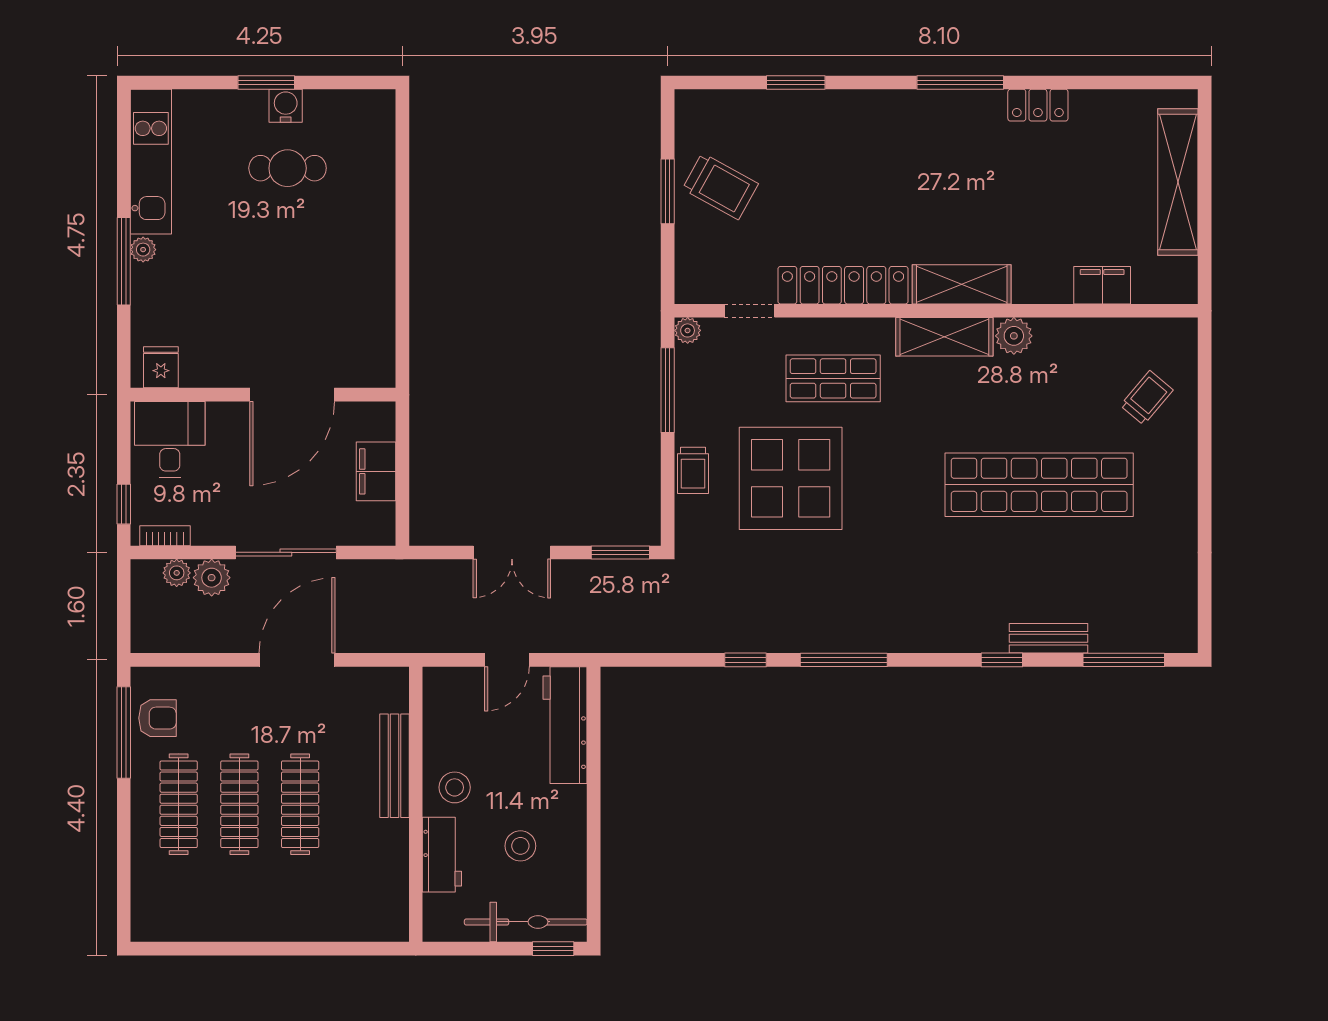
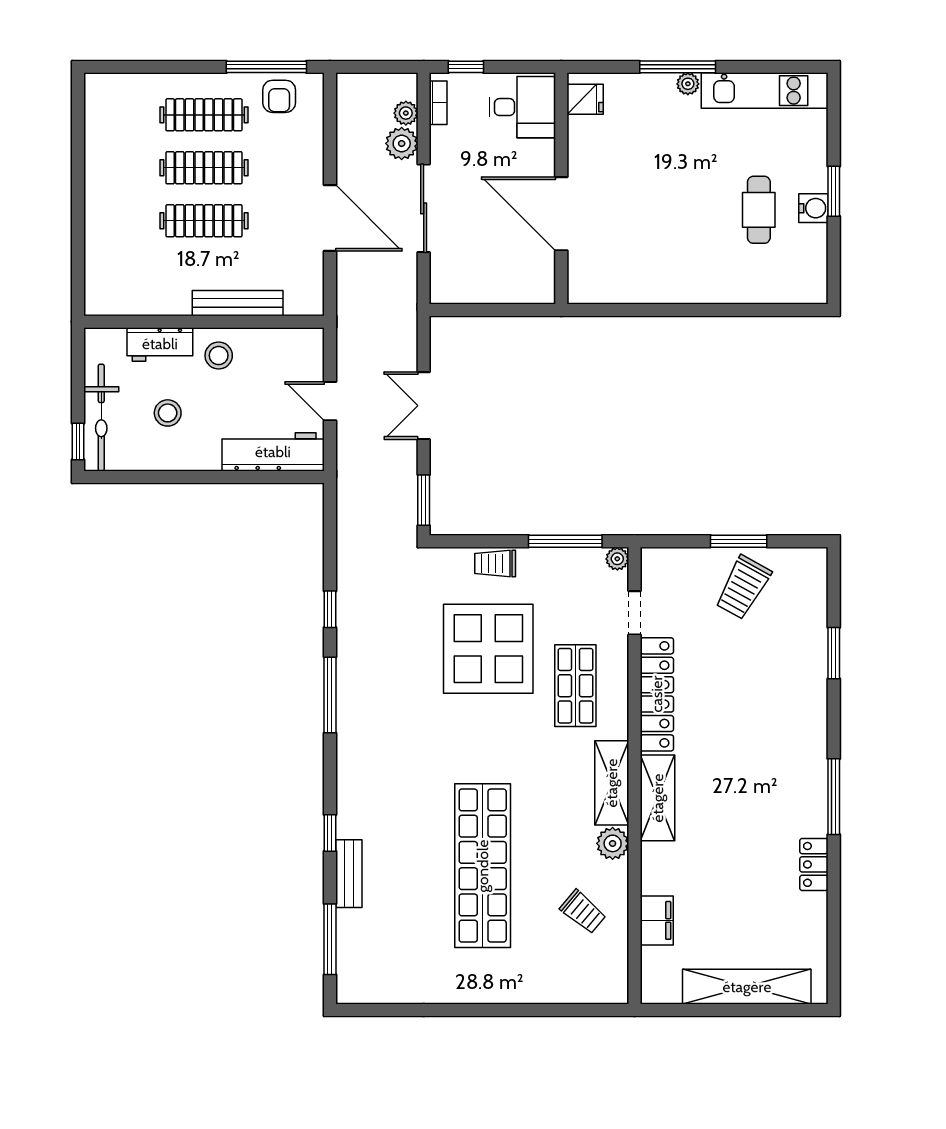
trolley: (1147, 398) -> (583, 912), moved
filing cabinet: (376, 471) -> (494, 287), removed

